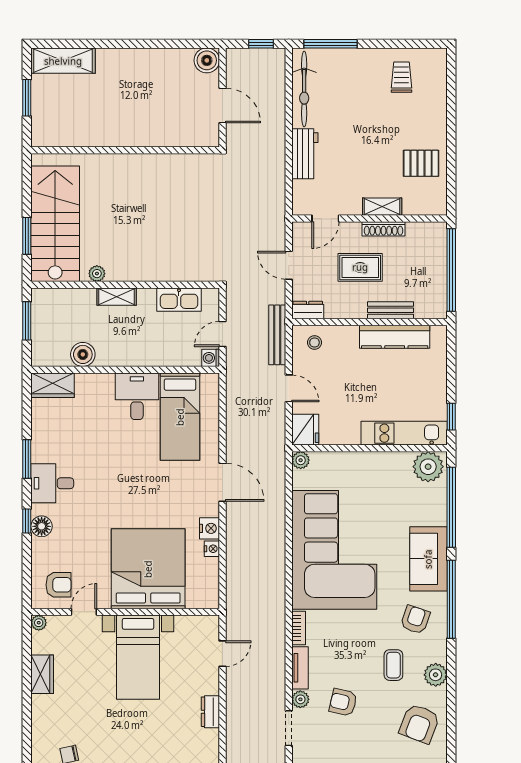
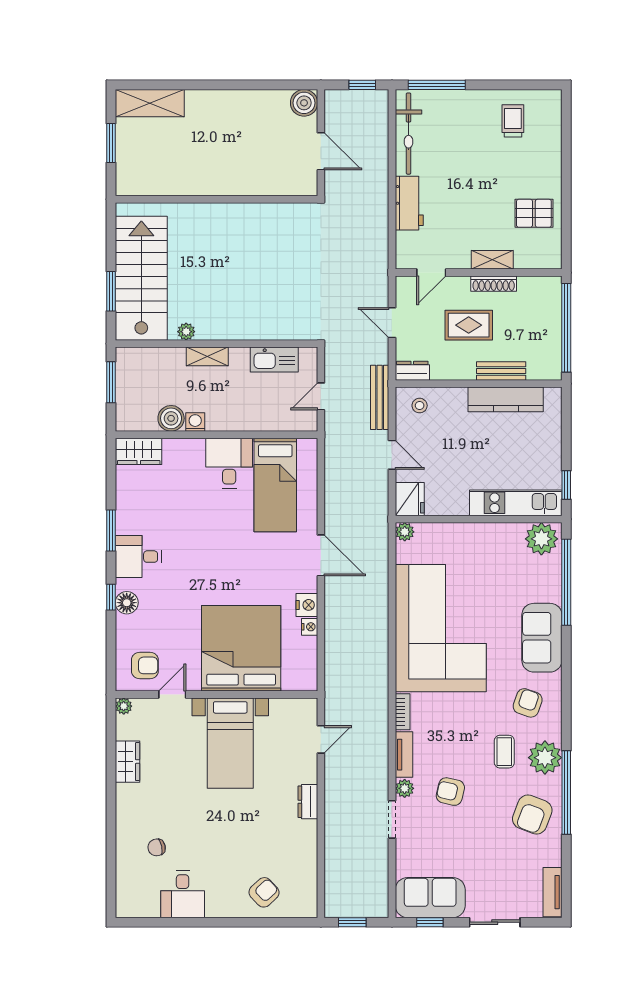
washing machine: (211, 358) -> (195, 422), moved, turned 90
window: (451, 599) -> (566, 792), moved
plant: (436, 675) -> (545, 758), width x1.36, depth x1.36

